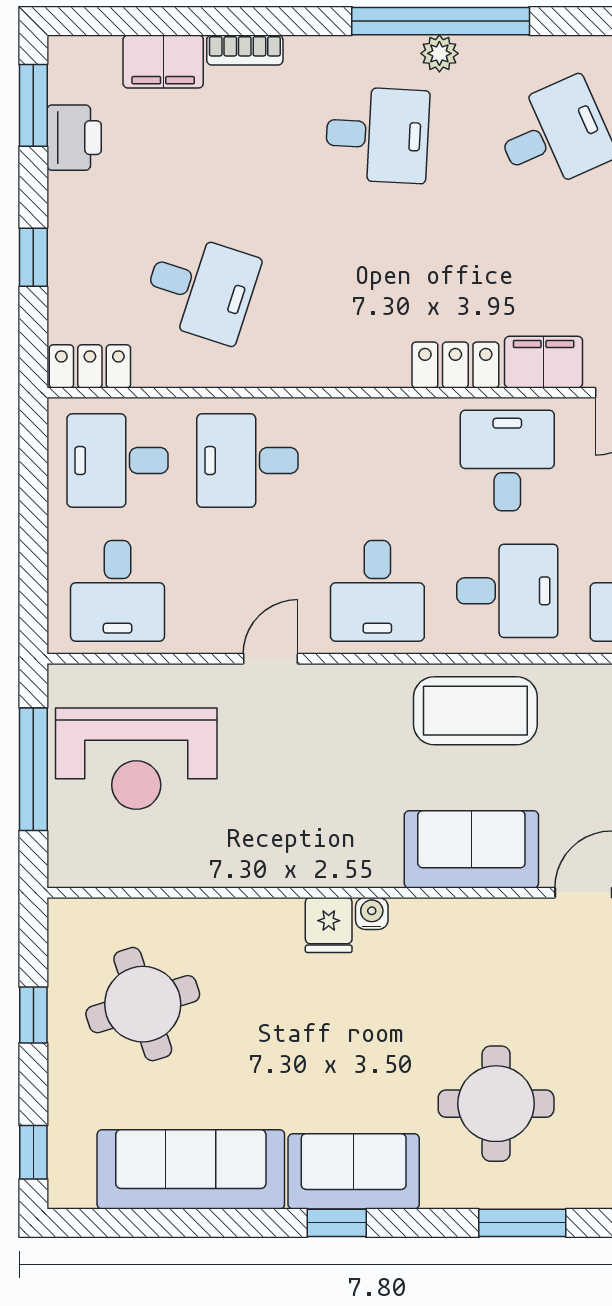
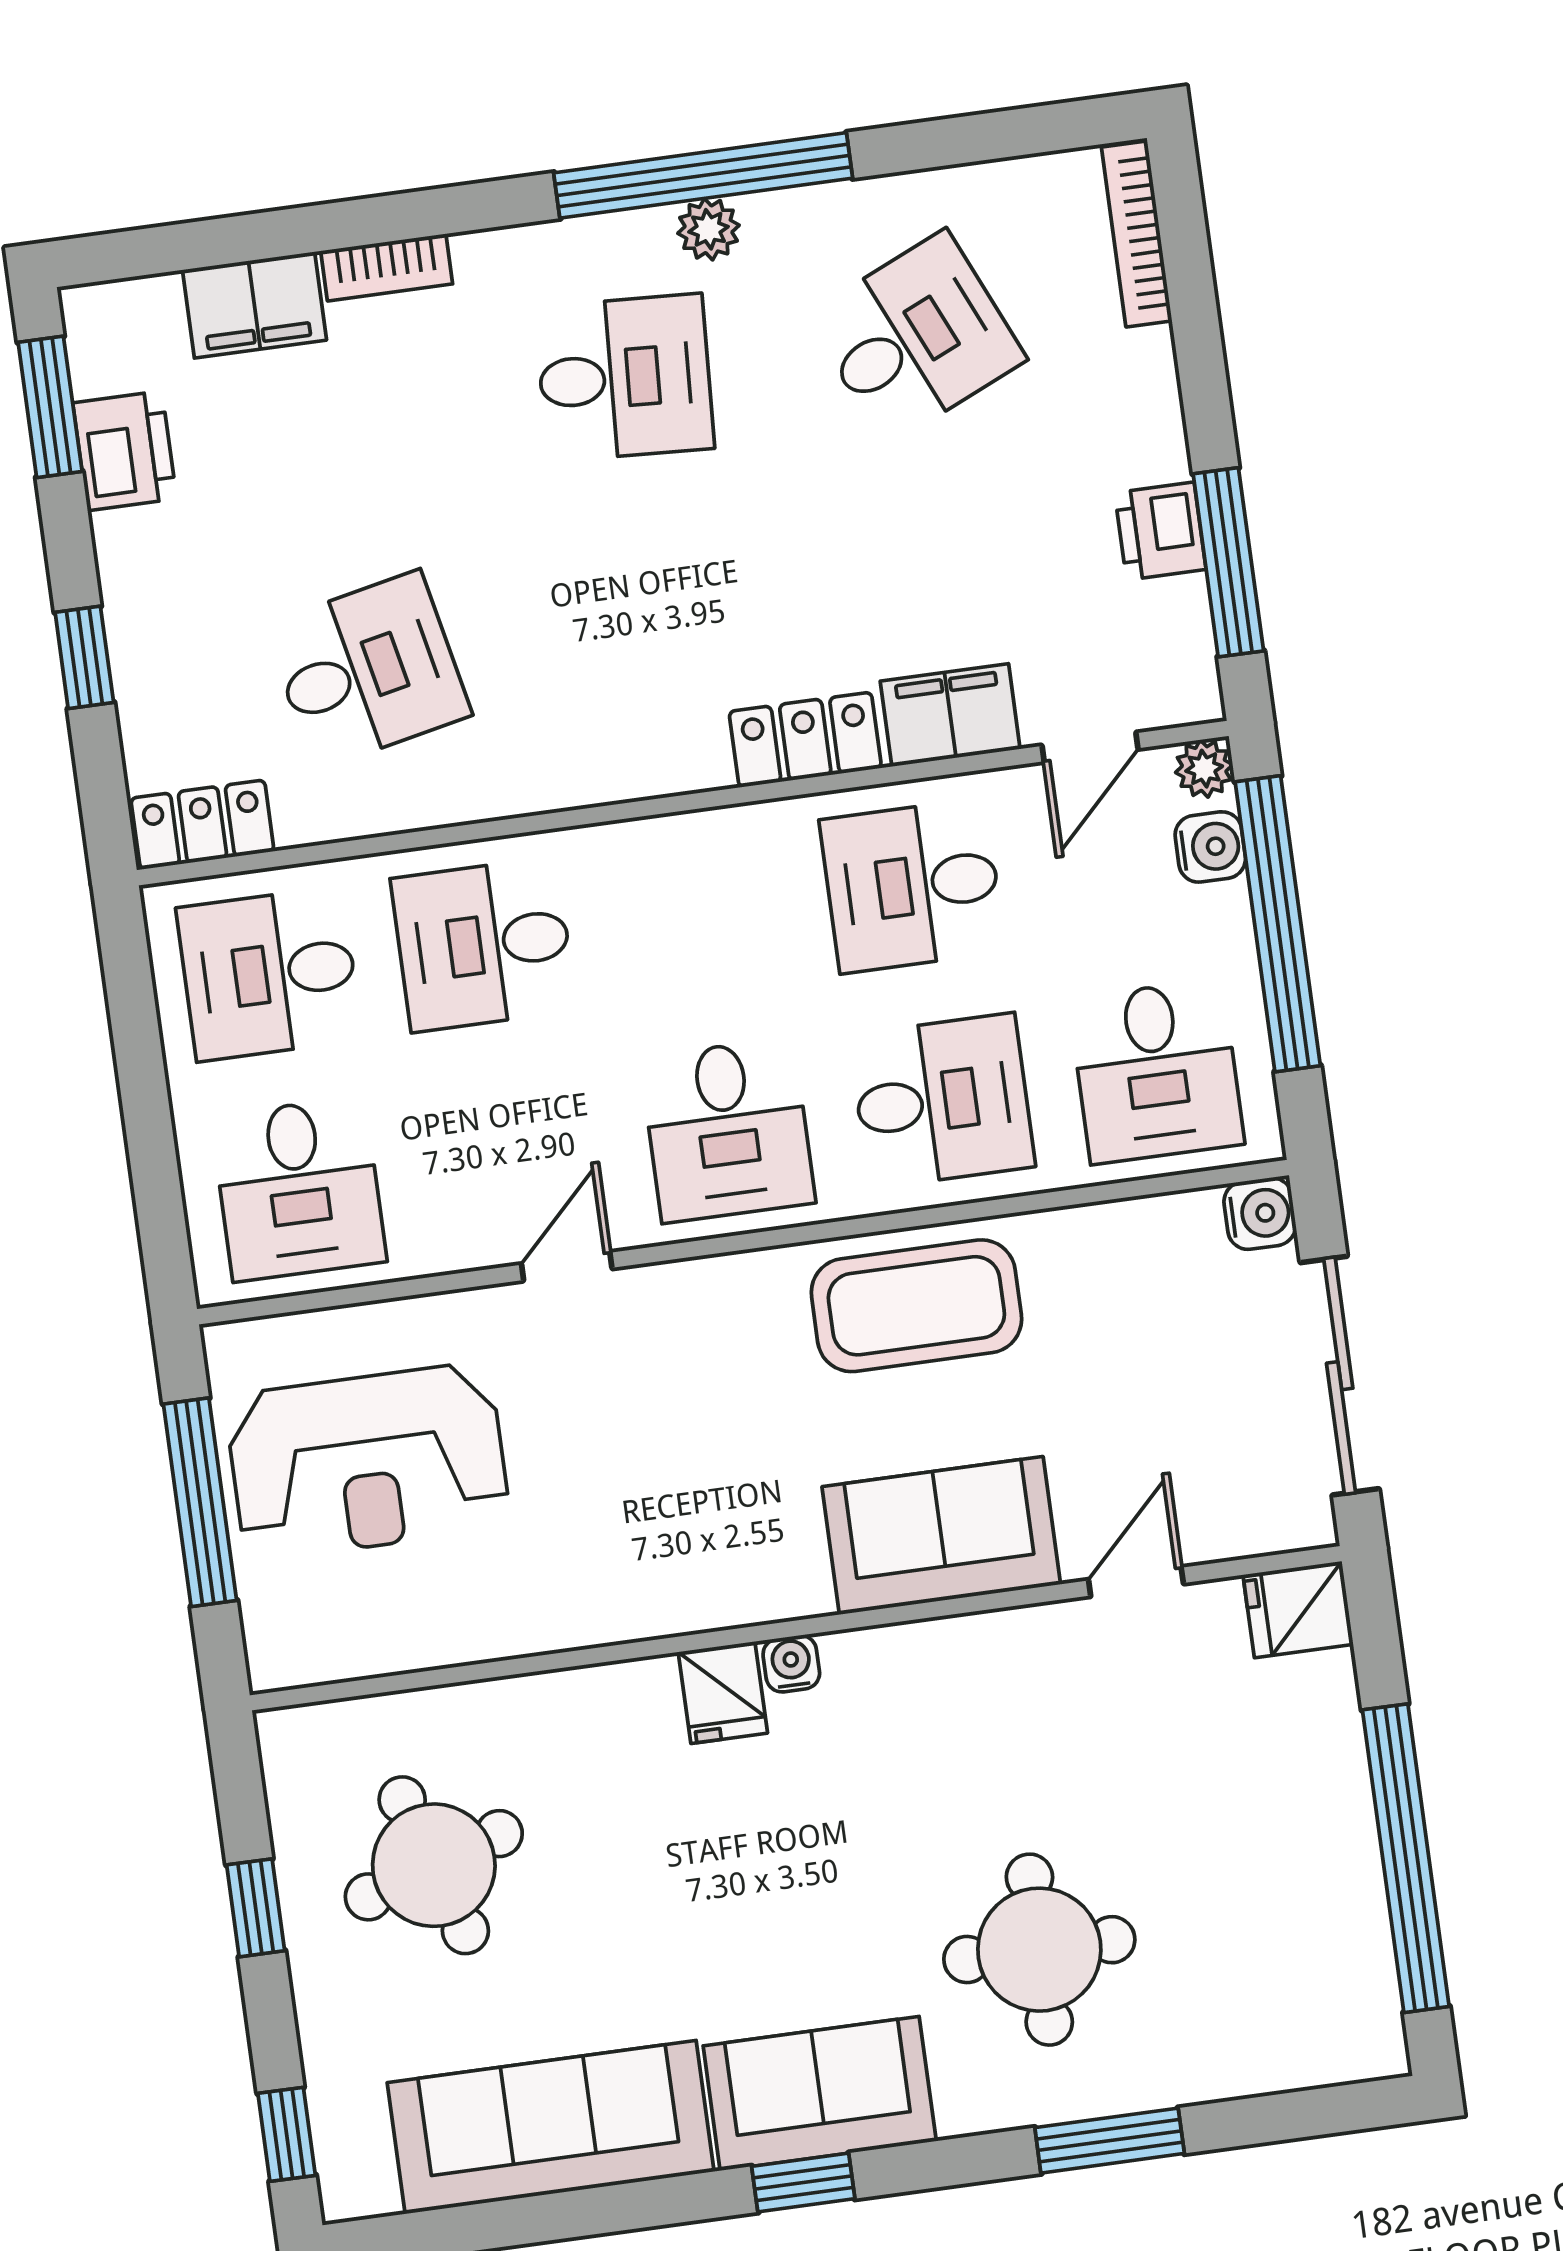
desk: (201, 288) -> (368, 670), turned -30
desk: (507, 461) -> (913, 886), turned -90

